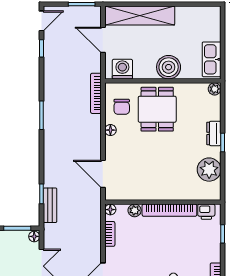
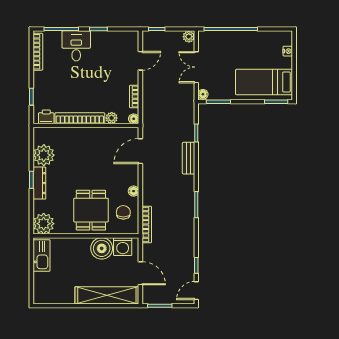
boiler: (169, 67) -> (102, 248), moved
plant: (215, 89) -> (44, 224), width x1.88, depth x1.88
dresser: (214, 133) -> (39, 183), width x1.44
door: (103, 174) -> (140, 151), swing flipped
bench: (50, 205) -> (189, 158), moved

